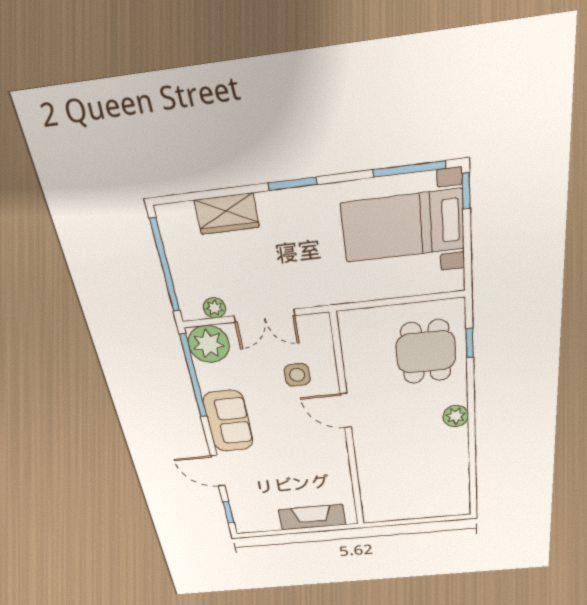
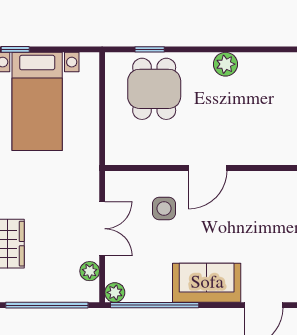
plant: (209, 344) -> (115, 292), width x0.53, depth x0.53
dining table: (426, 352) -> (154, 89), turned 90

